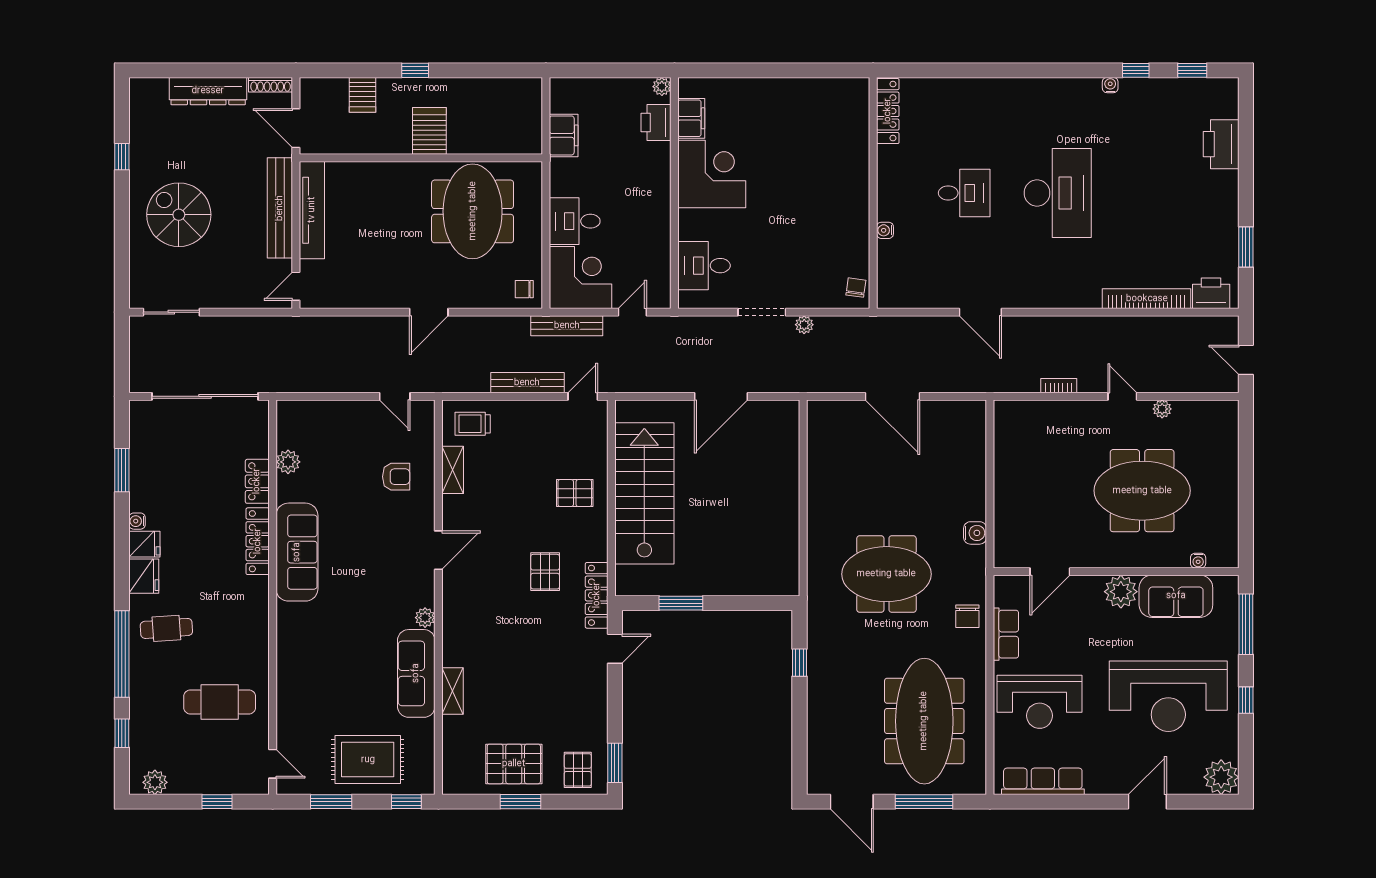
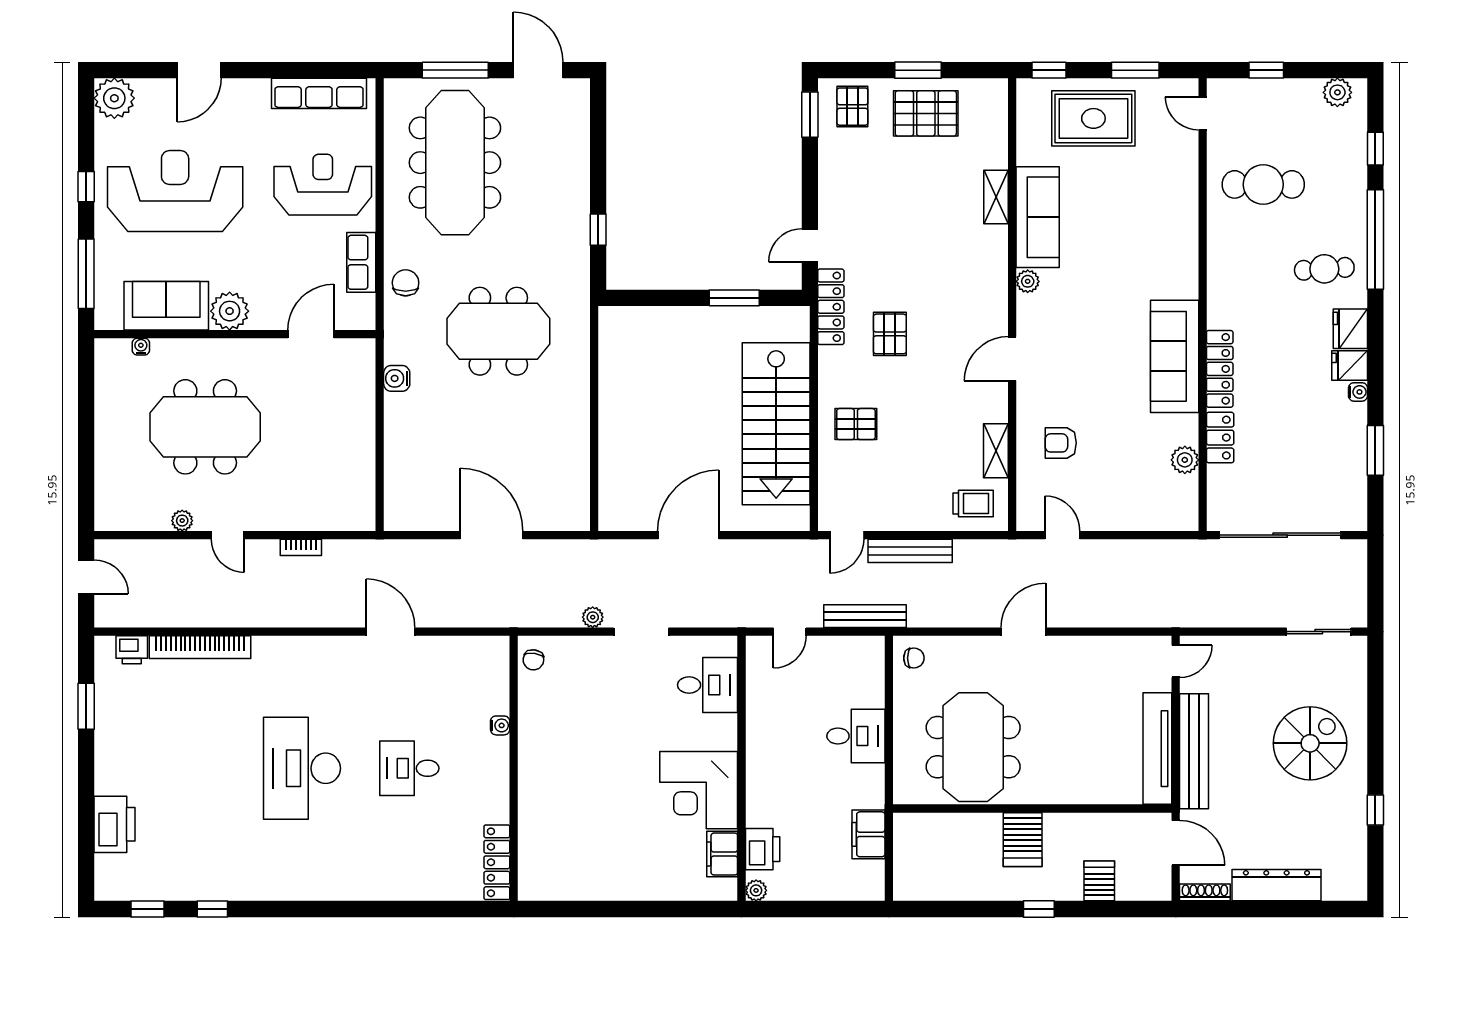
water cooler: (1110, 85) -> (242, 892), removed
spiral stairs: (179, 215) -> (1310, 743), turned -90
corner desk: (581, 278) -> (849, 671), removed
printer: (1211, 293) -> (132, 650), width x0.73, depth x0.81

